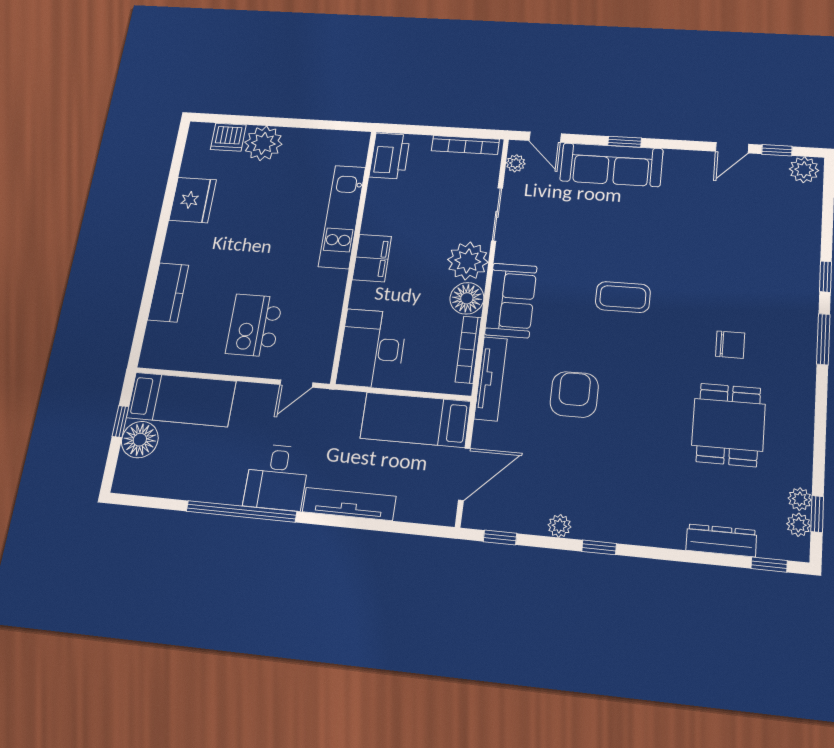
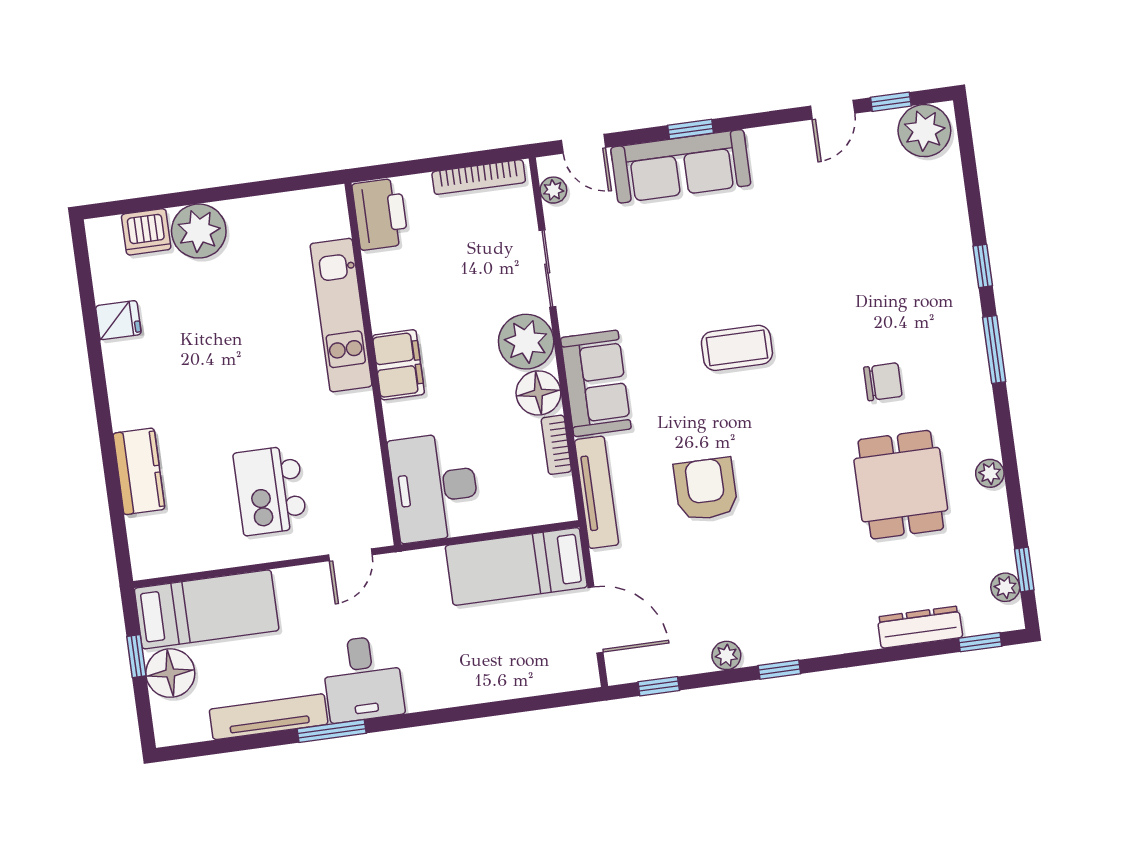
plant: (804, 170) -> (924, 131), width x1.36, depth x1.36
fridge: (193, 200) -> (118, 320), width x0.53, depth x0.75
bookcase: (468, 350) -> (556, 445), width x0.64
door: (464, 474) -> (595, 620), hinge flipped
plant: (800, 499) -> (990, 473), moved
tv unit: (349, 504) -> (269, 717), moved
window: (241, 511) -> (332, 731), width x0.47

